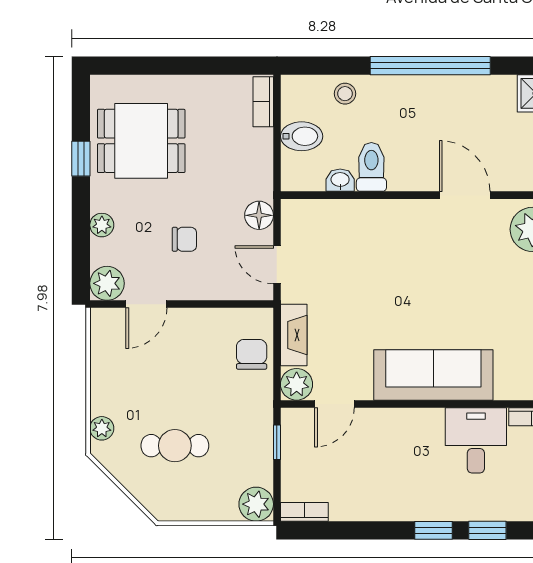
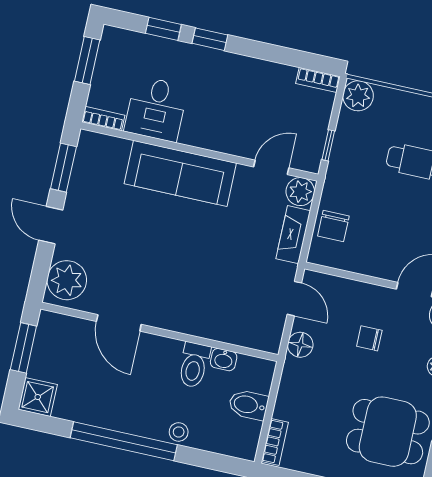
stool: (345, 94) -> (179, 432), moved

